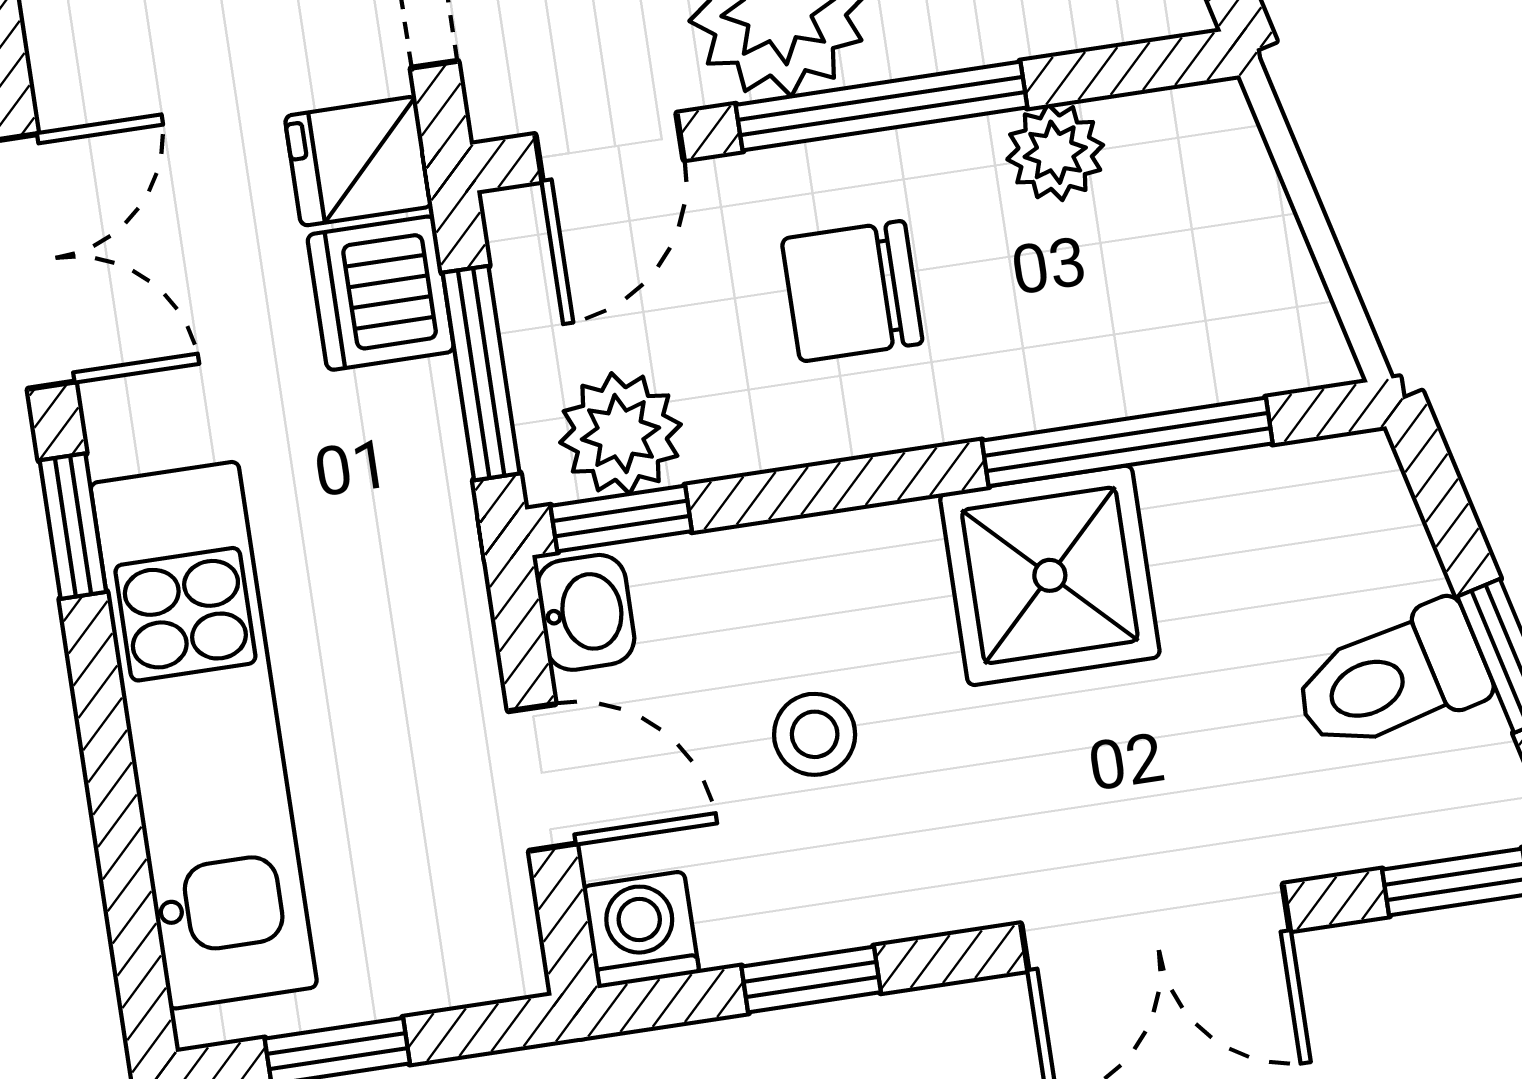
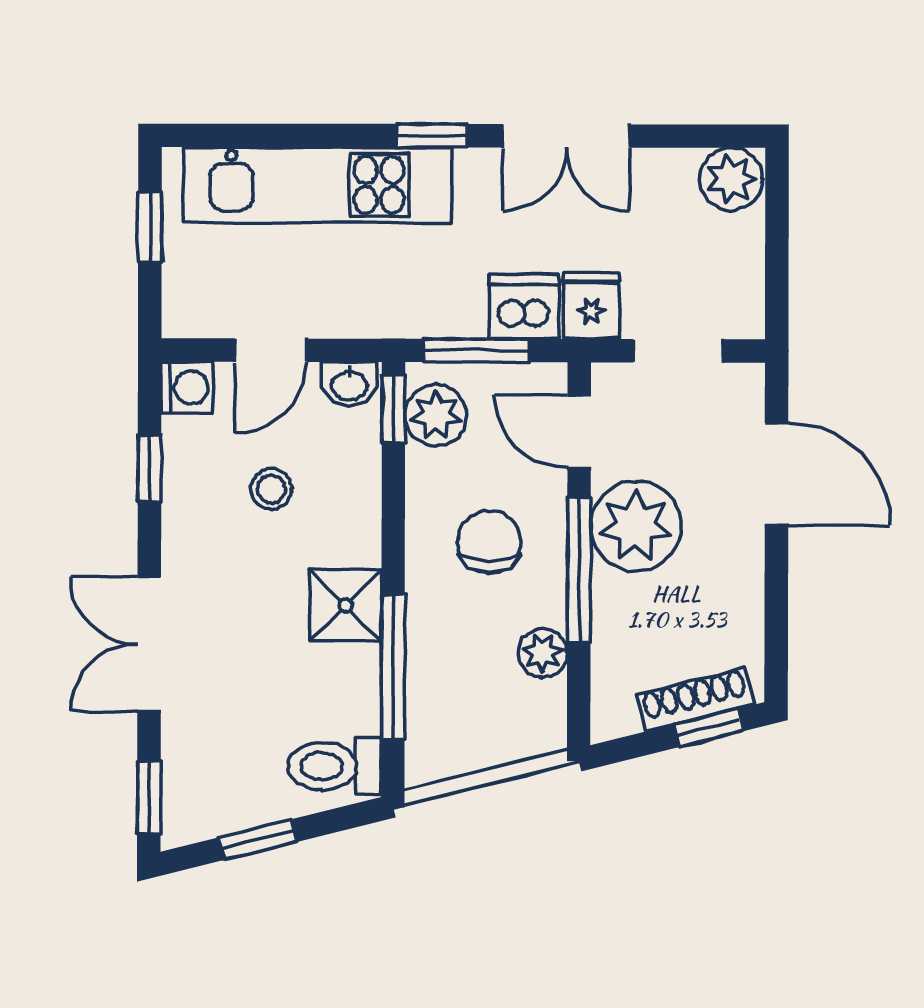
shower: (1050, 575) -> (346, 605), width x0.73, depth x0.73
toilet: (1391, 679) -> (335, 766), moved, turned -76

